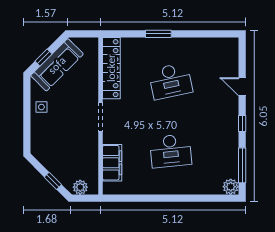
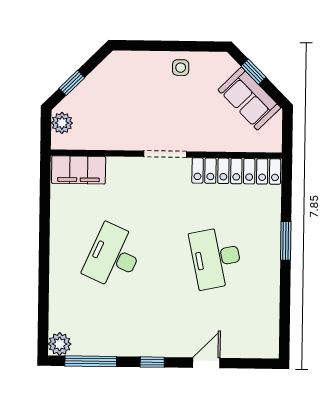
sofa: (57, 65) -> (249, 99), width x0.73
desk: (171, 151) -> (114, 256), turned 30
filing cabinet: (112, 163) -> (79, 170), moved

